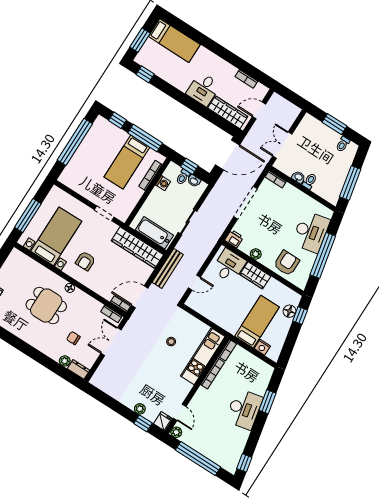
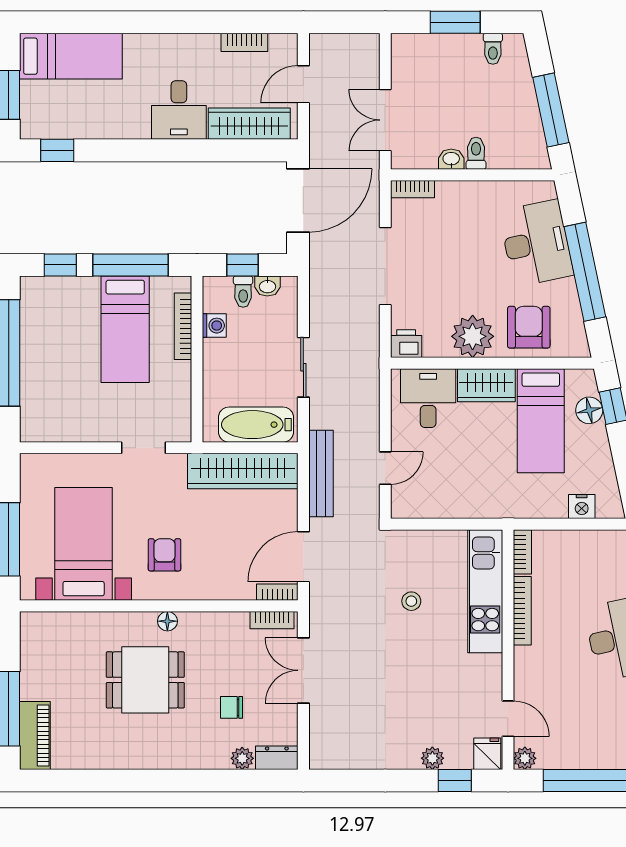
plant: (256, 254) -> (473, 336), width x1.88, depth x1.88
armchair: (85, 261) -> (165, 555), turned 180
bed: (257, 322) -> (541, 421), moved, turned 180

